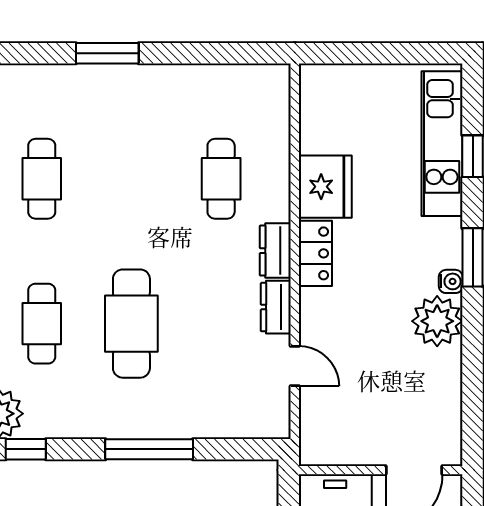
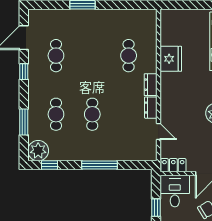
locker: (315, 253) -> (173, 165), moved, turned -90
cafe table: (131, 324) -> (92, 114), width x0.73, depth x0.74

